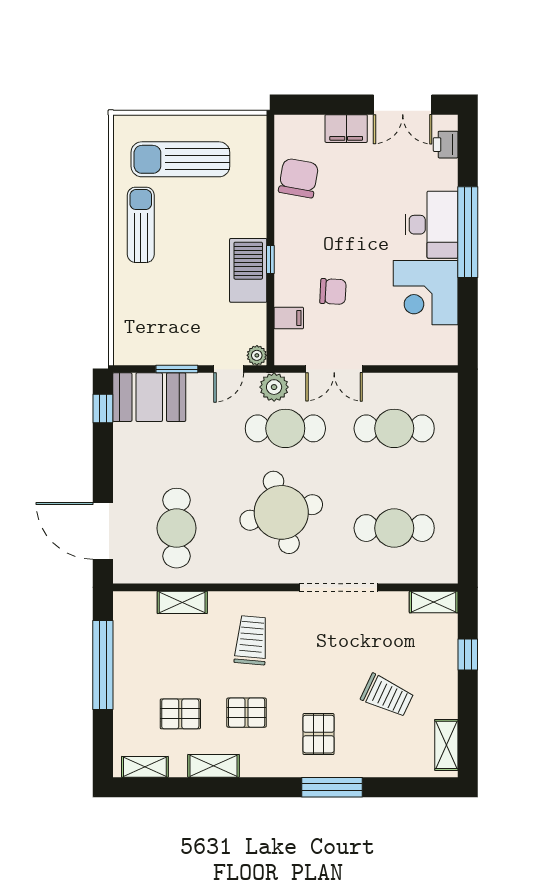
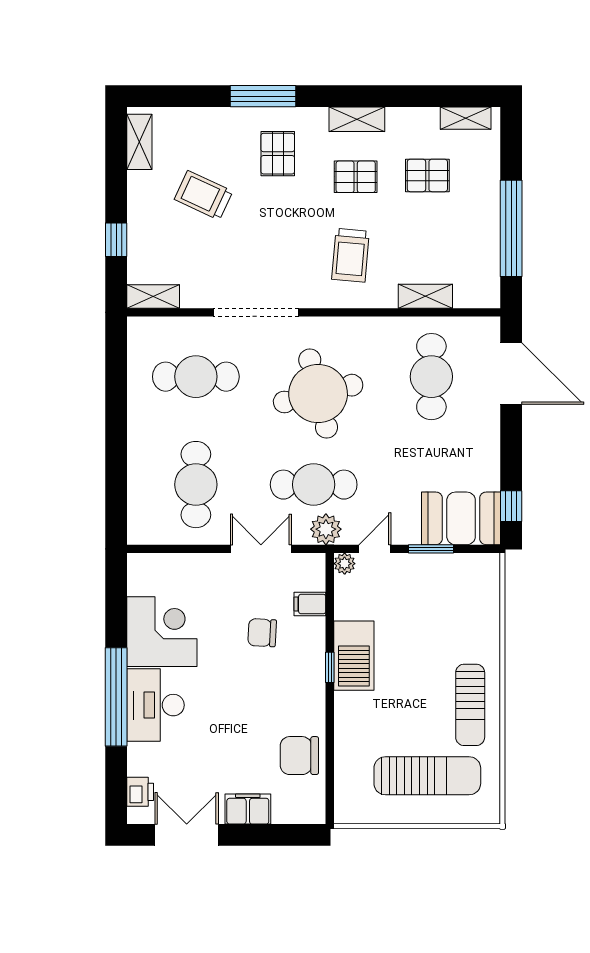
chair: (299, 178) -> (299, 756), turned 80
cafe table: (394, 428) -> (196, 485), turned 90
shelving: (214, 766) -> (357, 119), moved

